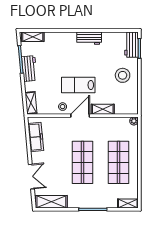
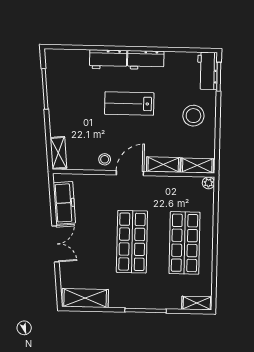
shelving: (33, 37) -> (197, 166), moved
workbench: (29, 69) -> (108, 59), moved, turned 95
lab bench: (78, 85) -> (129, 104), moved
double door: (31, 177) -> (56, 244), moved

